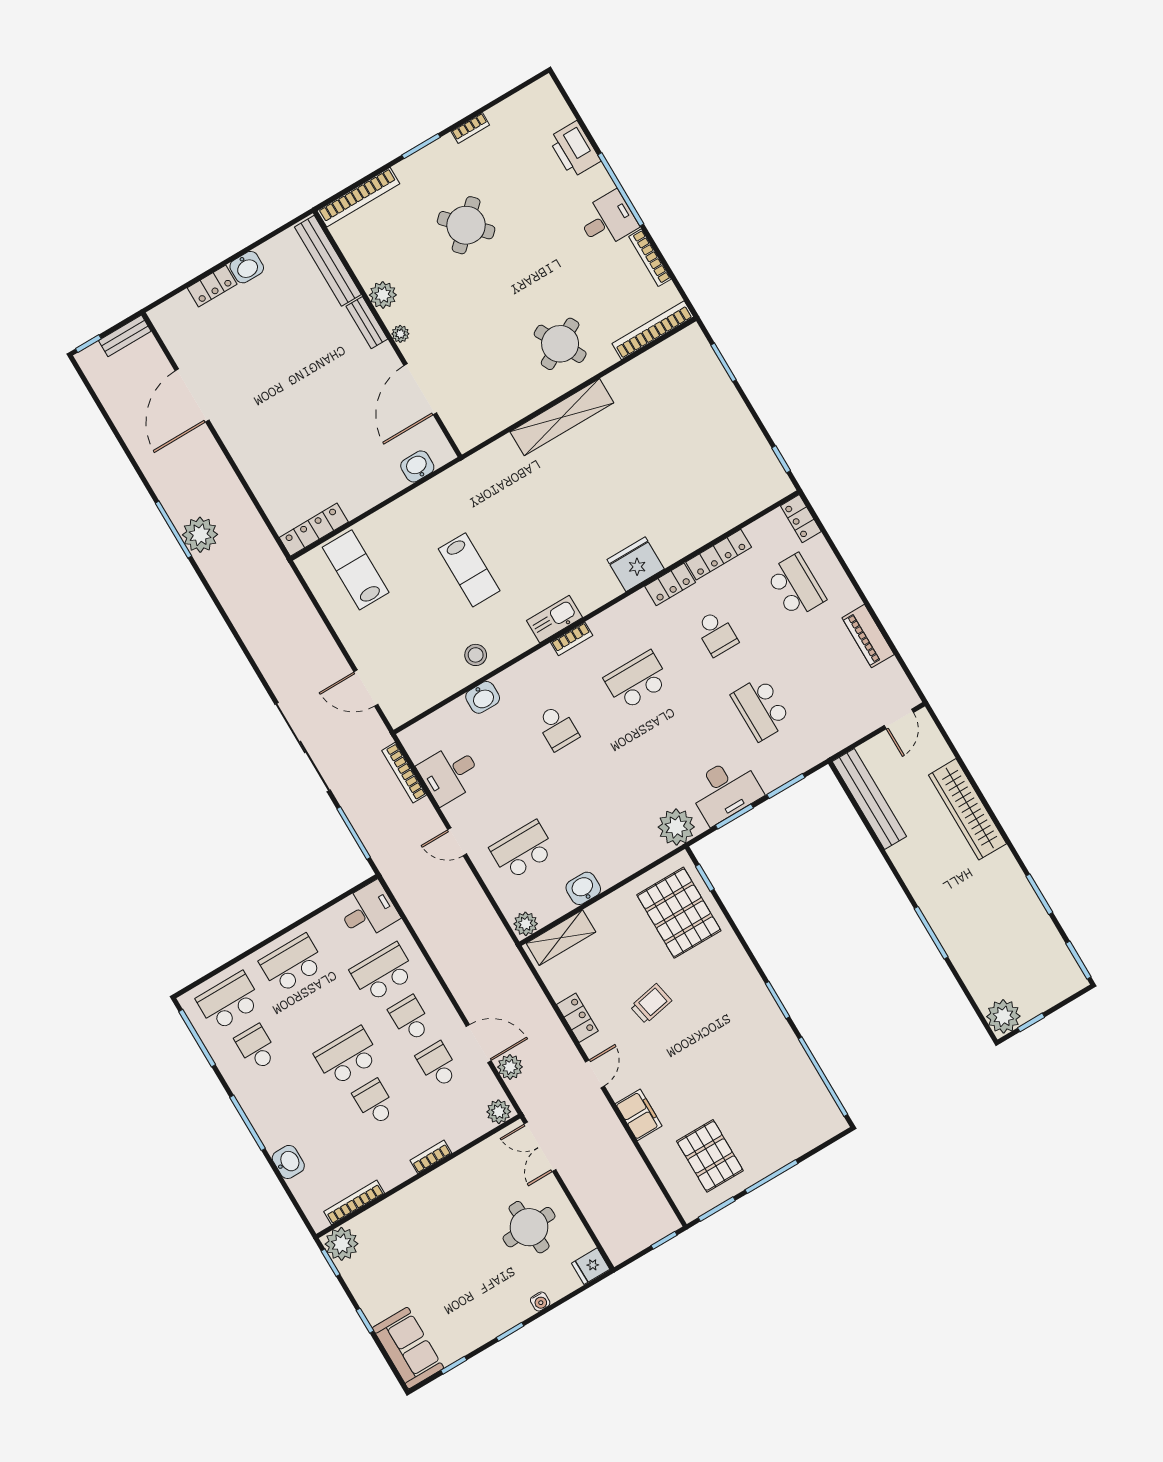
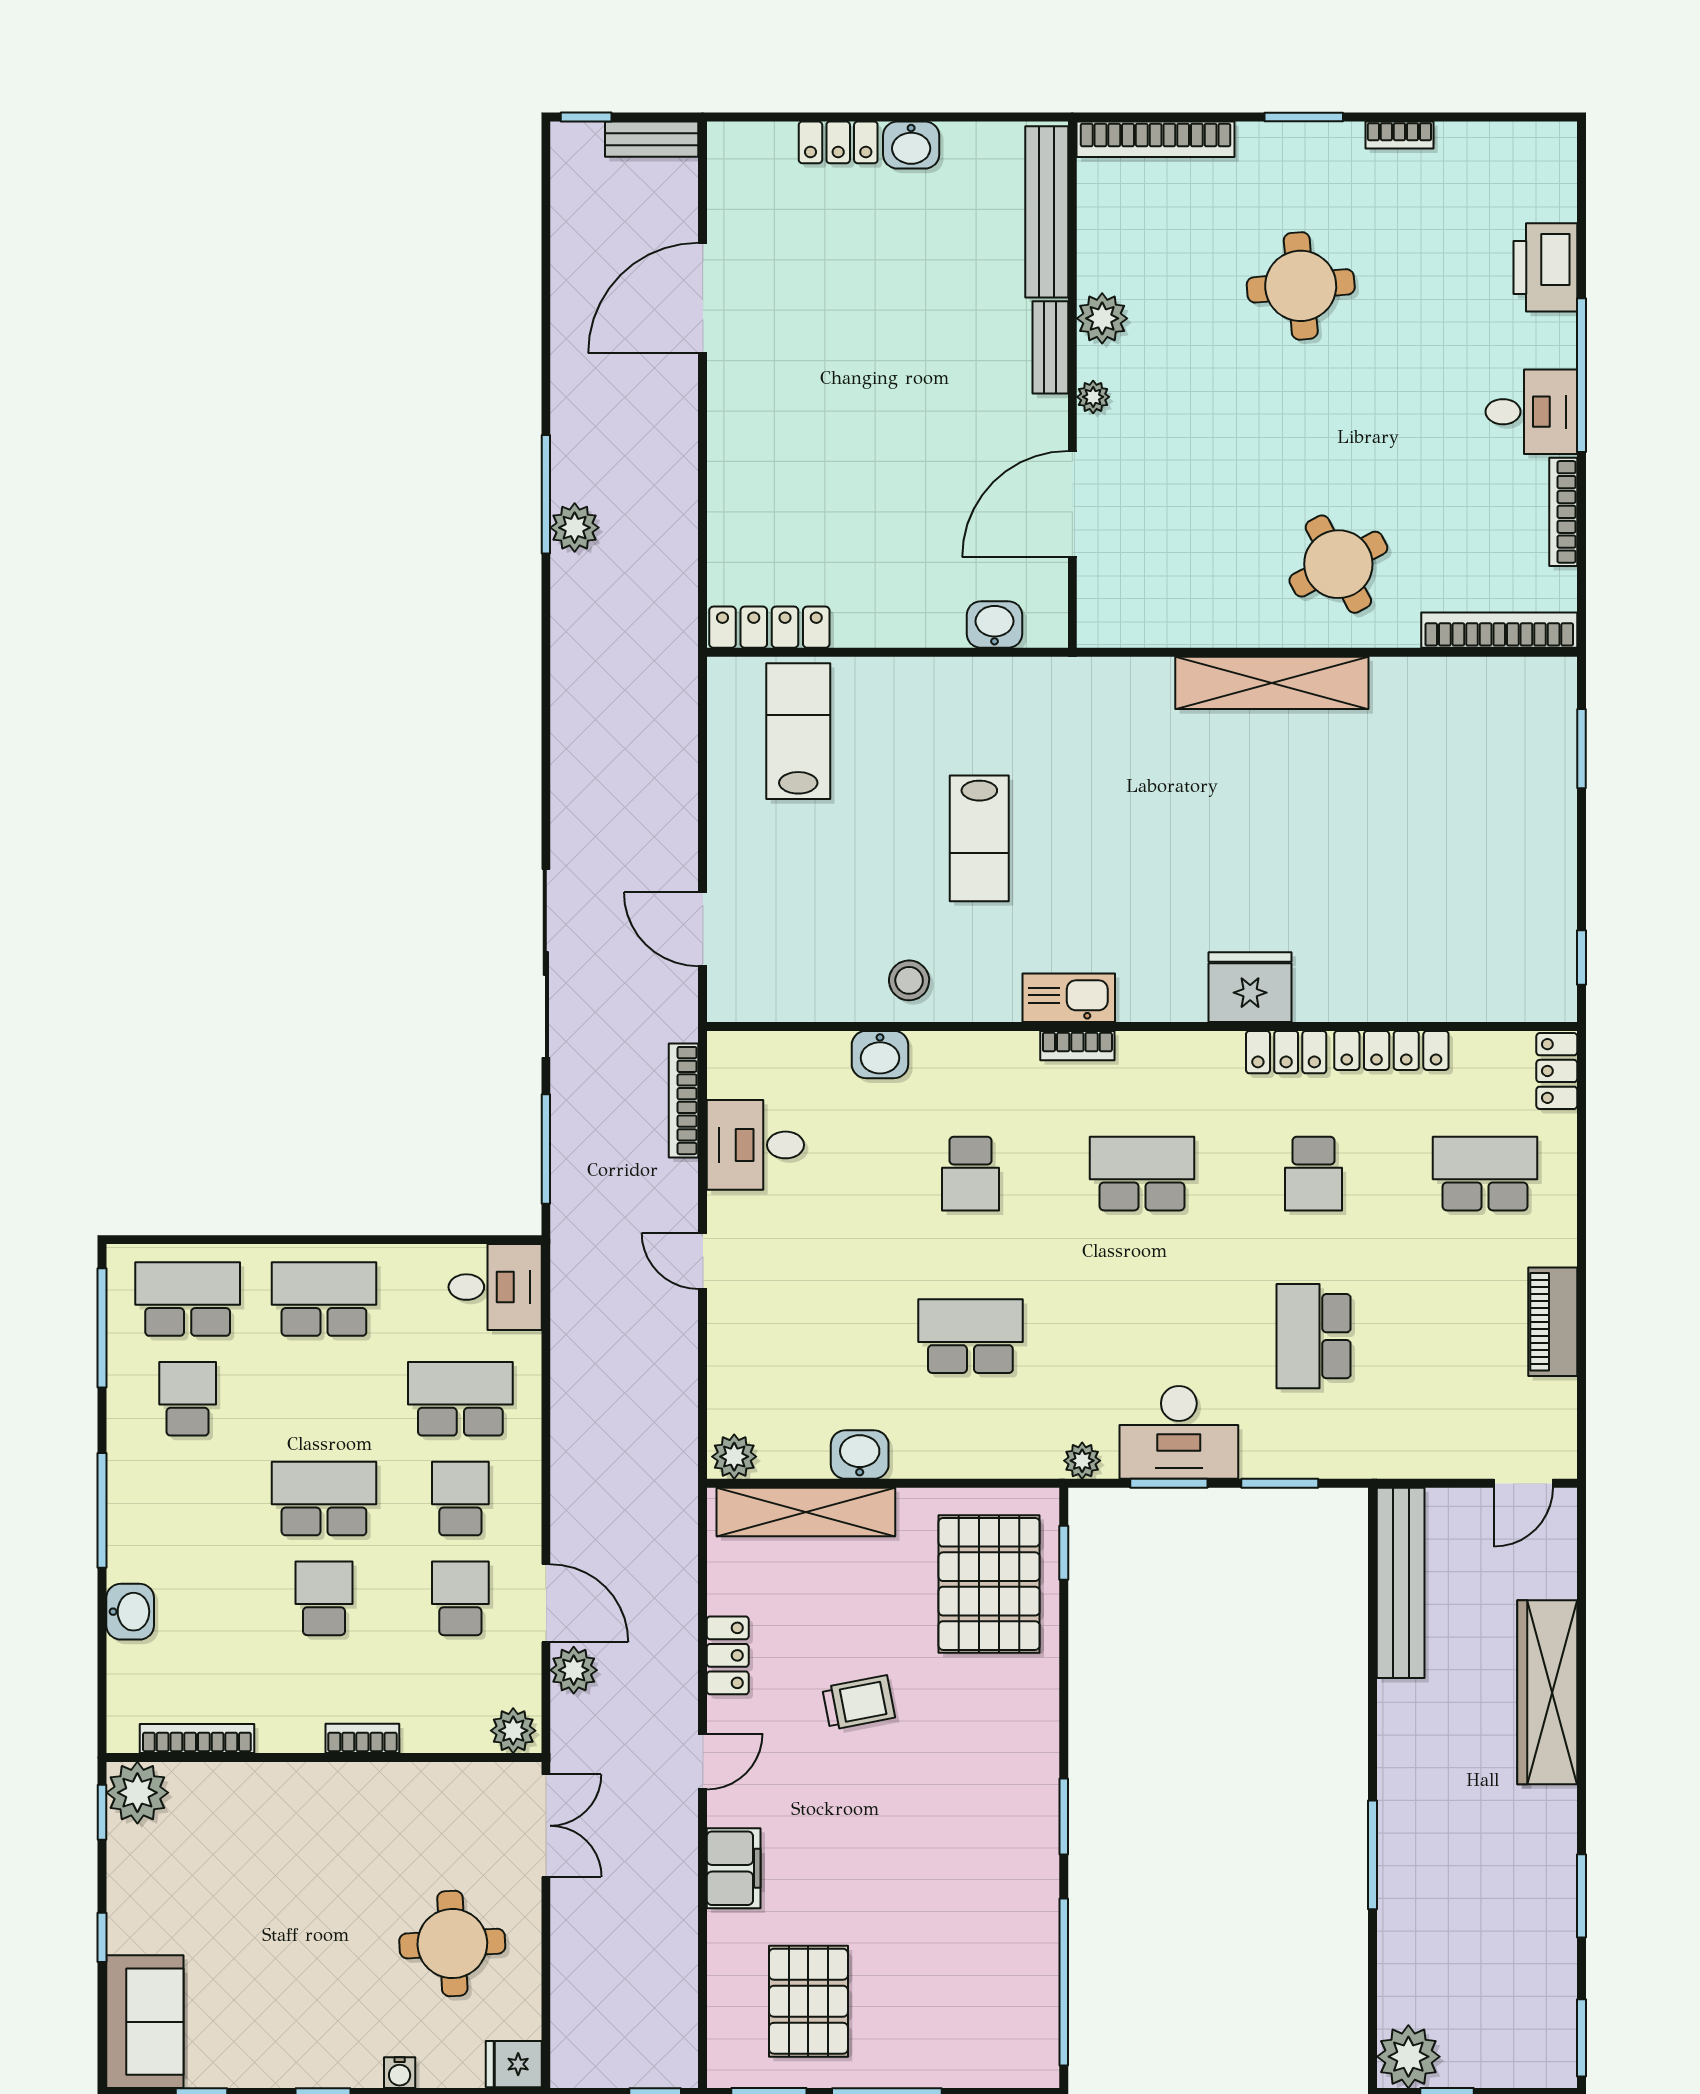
round table: (466, 225) -> (1301, 286), turned 38
plant: (200, 535) -> (575, 528), width x0.73, depth x0.73
school desk: (796, 586) -> (1485, 1174), turned -90
plant: (676, 827) -> (1082, 1461), width x0.53, depth x0.53
school desk: (523, 850) -> (970, 1336), moved
shelving: (561, 938) -> (806, 1512), width x1.47
double door: (540, 1147) -> (546, 1826), swing flipped

